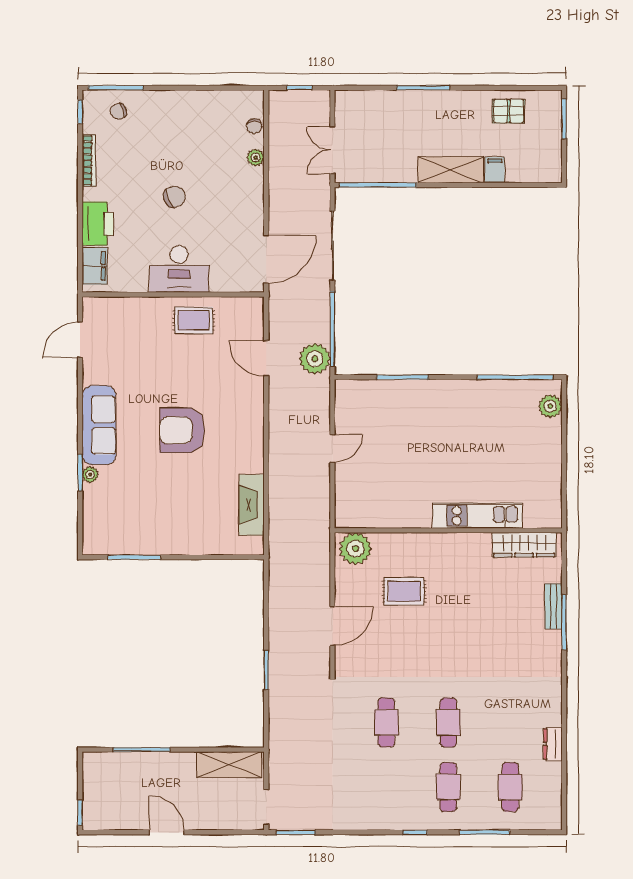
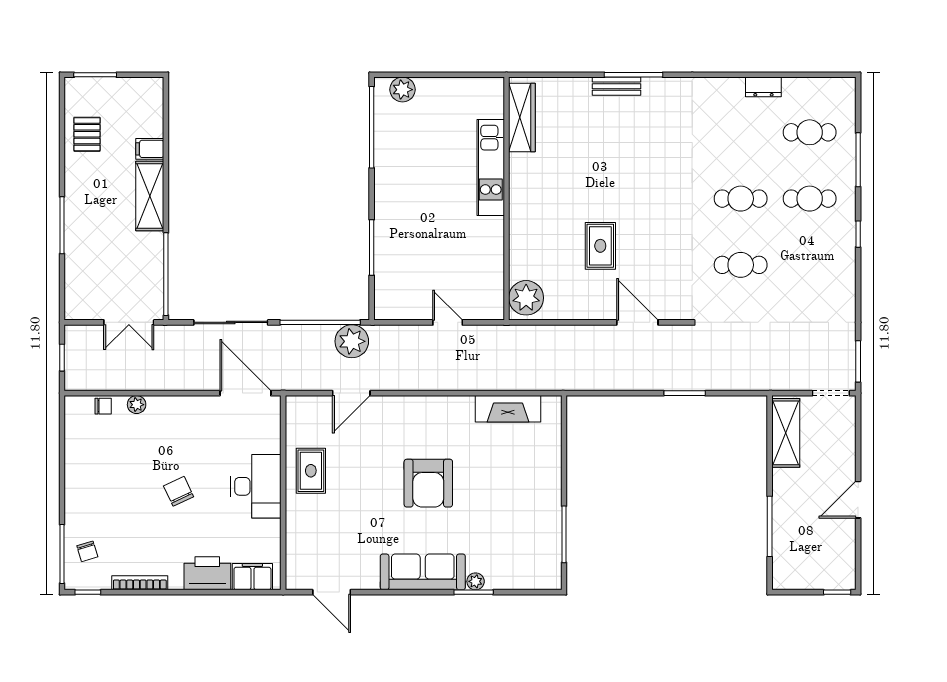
kitchen unit: (477, 516) -> (491, 167), moved
wall: (448, 530) -> (506, 199), moved
wardrobe: (524, 545) -> (522, 117), moved
plant: (355, 549) -> (526, 298), moved

